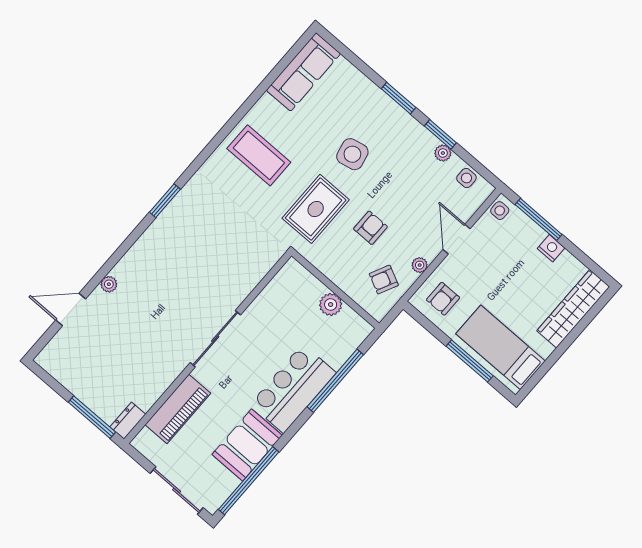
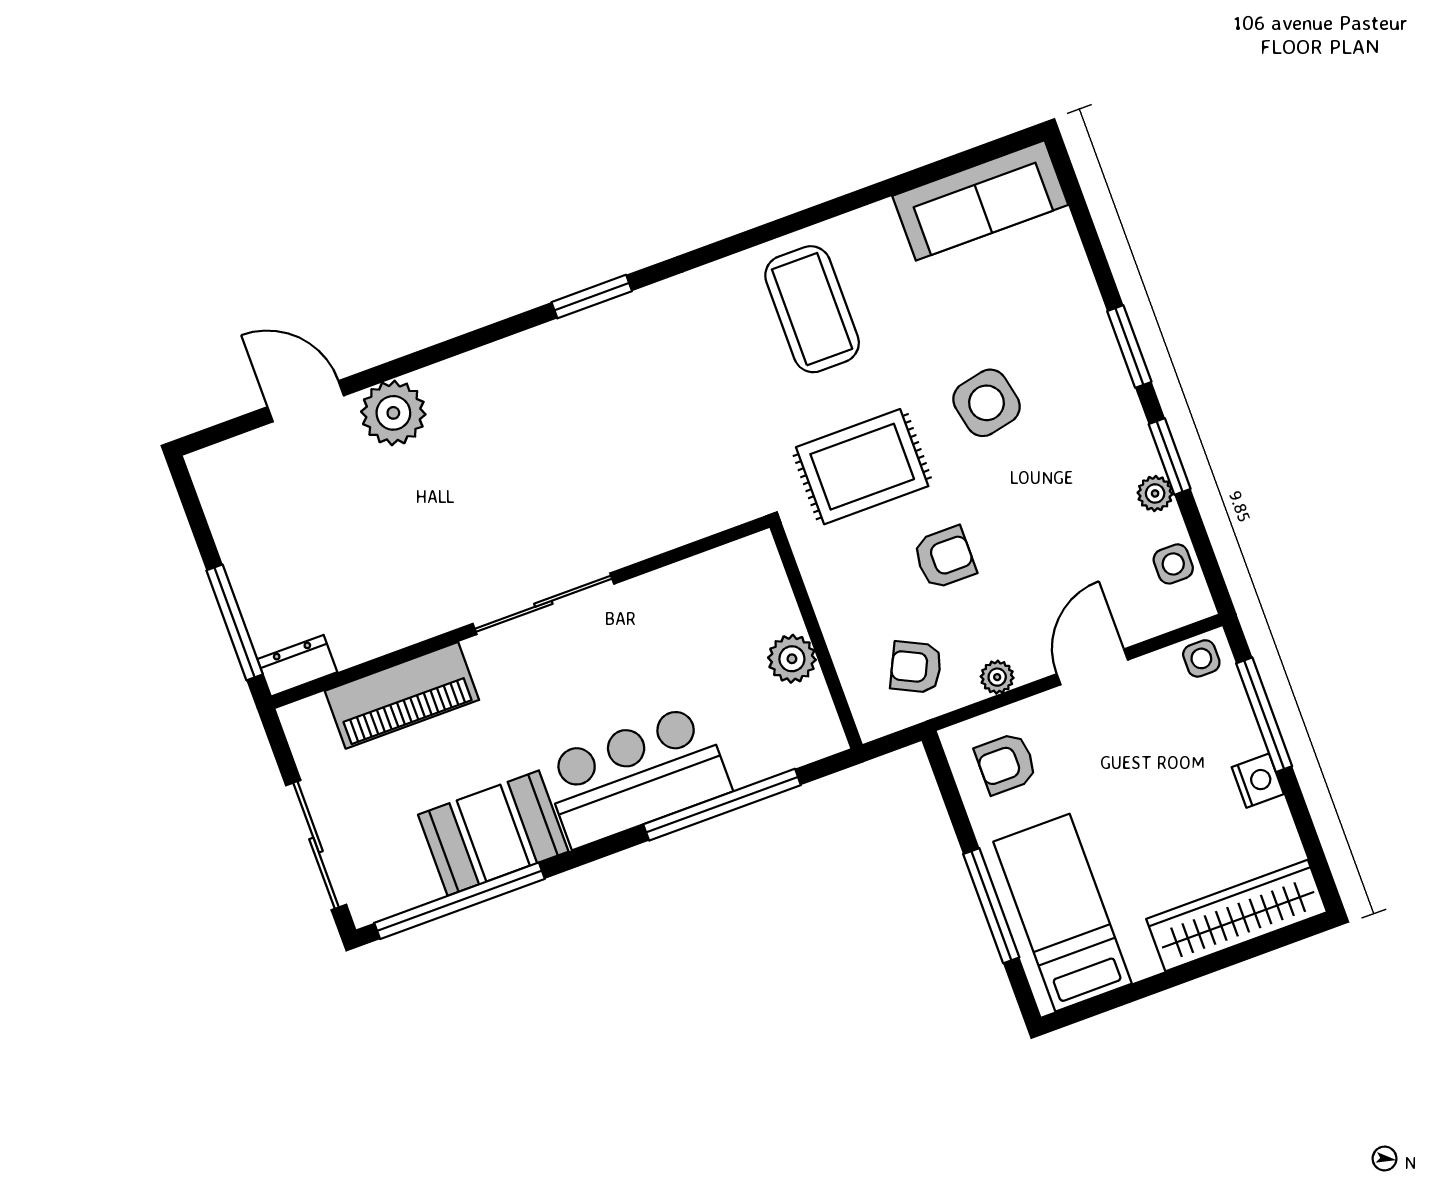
plant: (109, 284) -> (393, 413), width x1.88, depth x1.88

